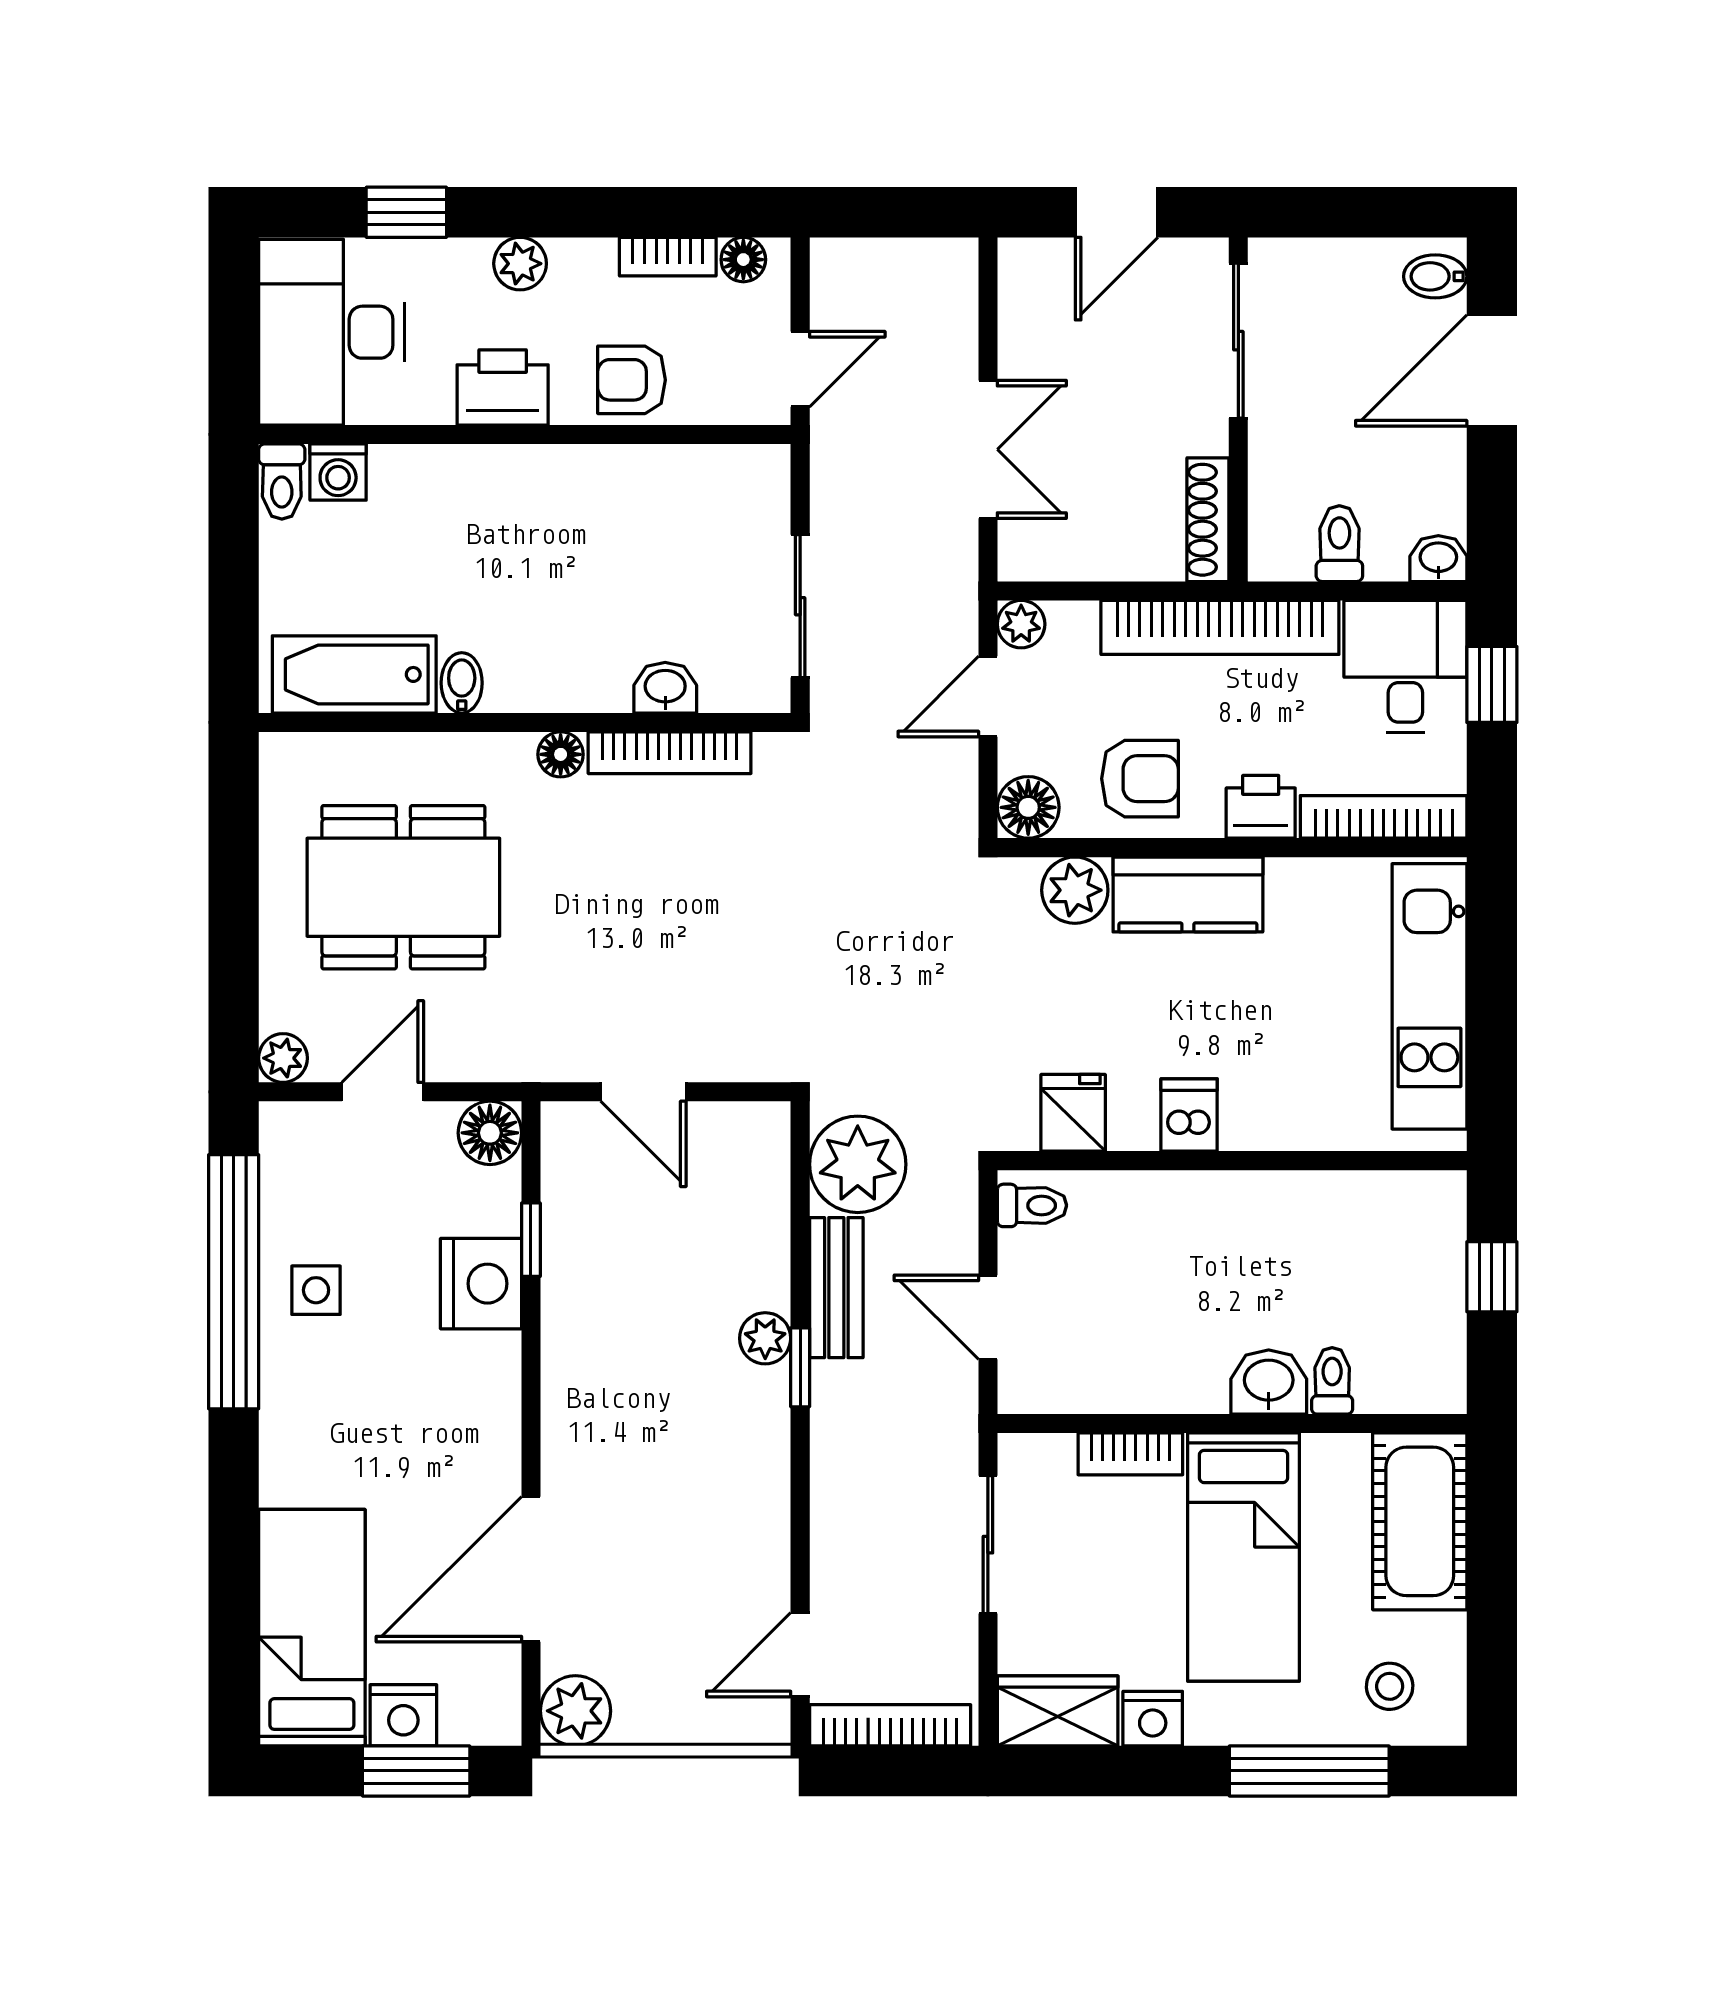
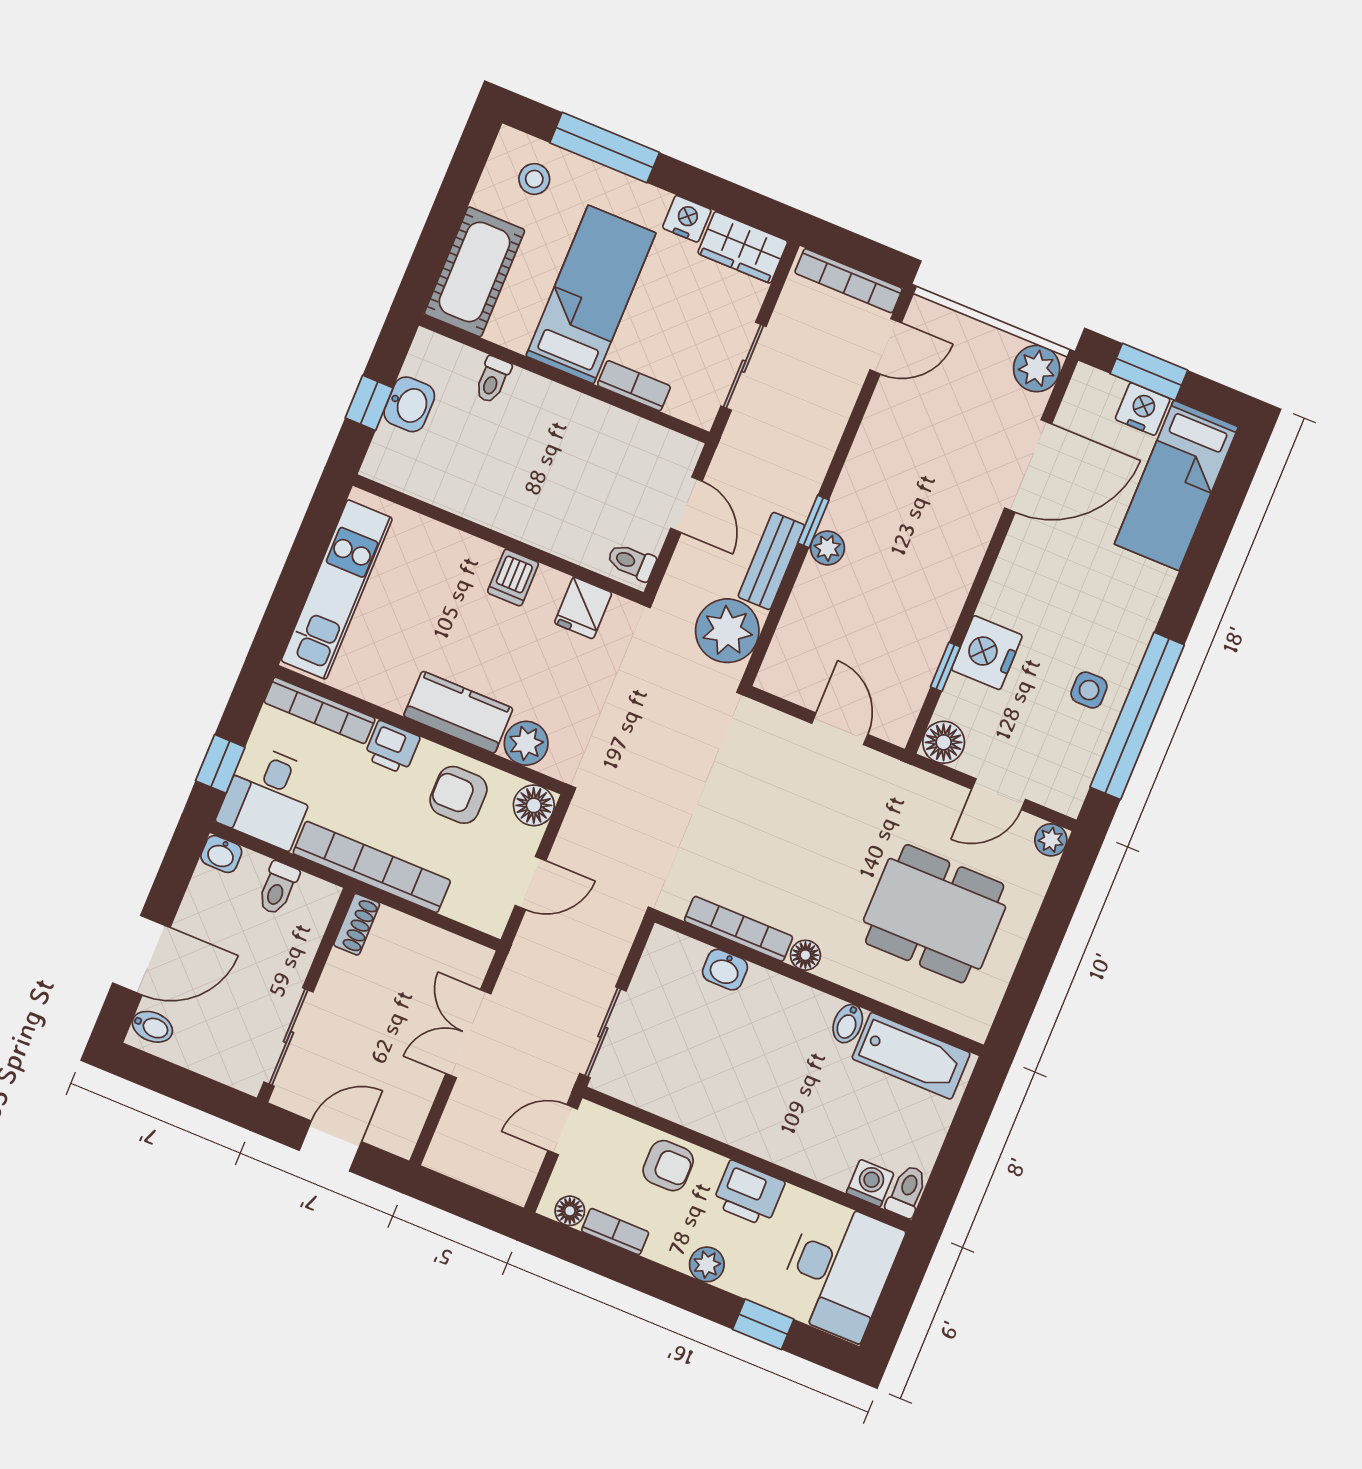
shoe rack: (1208, 520) -> (357, 924), width x0.70
sliding door: (800, 606) -> (603, 1032), moved
plant: (1021, 624) -> (492, 919), removed
washbasin: (1269, 1382) -> (409, 404), moved, turned -90

